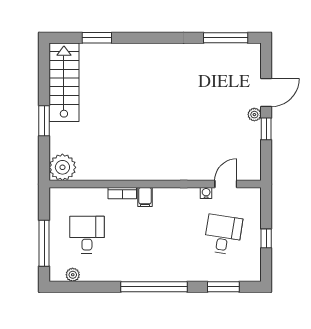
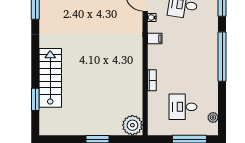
stairs: (64, 82) -> (50, 78), moved, turned 90
filing cabinet: (145, 197) -> (155, 39), moved

